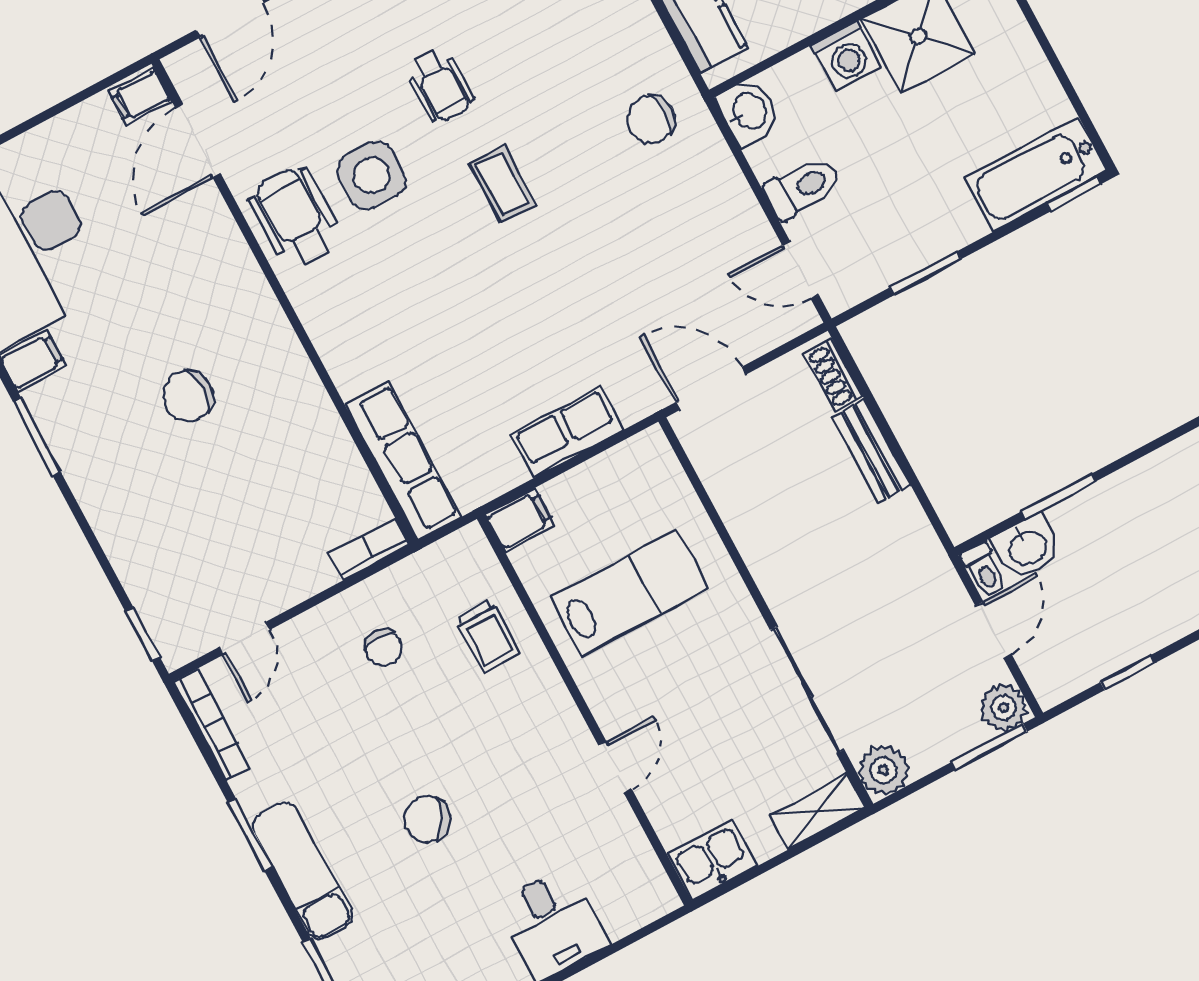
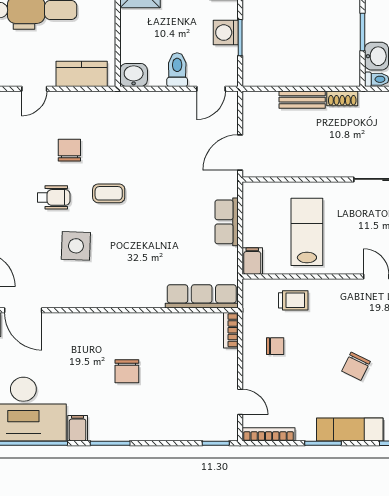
washing machine: (846, 56) -> (226, 33), moved, turned 180
chair: (651, 119) -> (69, 150), moved, turned 180
wheelchair: (296, 218) -> (77, 287), removed
shoe rack: (834, 375) -> (342, 98), moved

